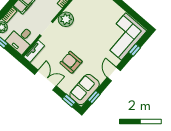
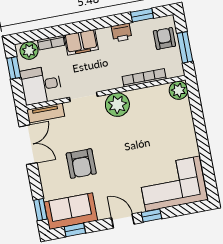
window: (135, 50) -> (151, 215), moved
armchair: (71, 62) -> (81, 164), turned 180
door: (114, 74) -> (123, 221), hinge flipped
double door: (45, 80) -> (28, 145), moved

